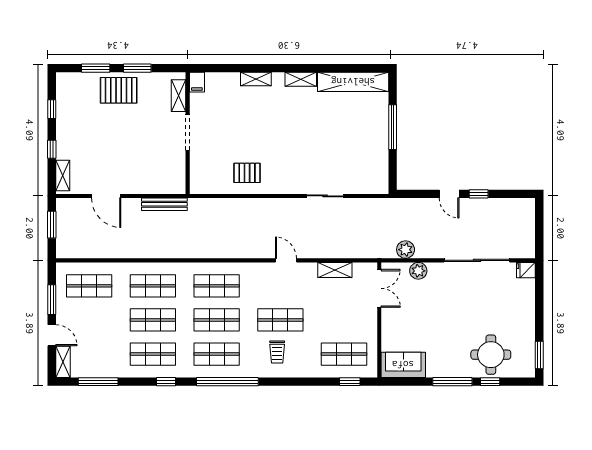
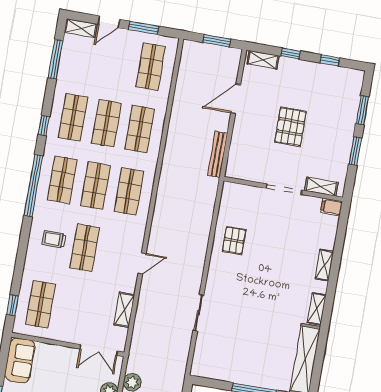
pallet: (119, 90) -> (290, 127), moved

